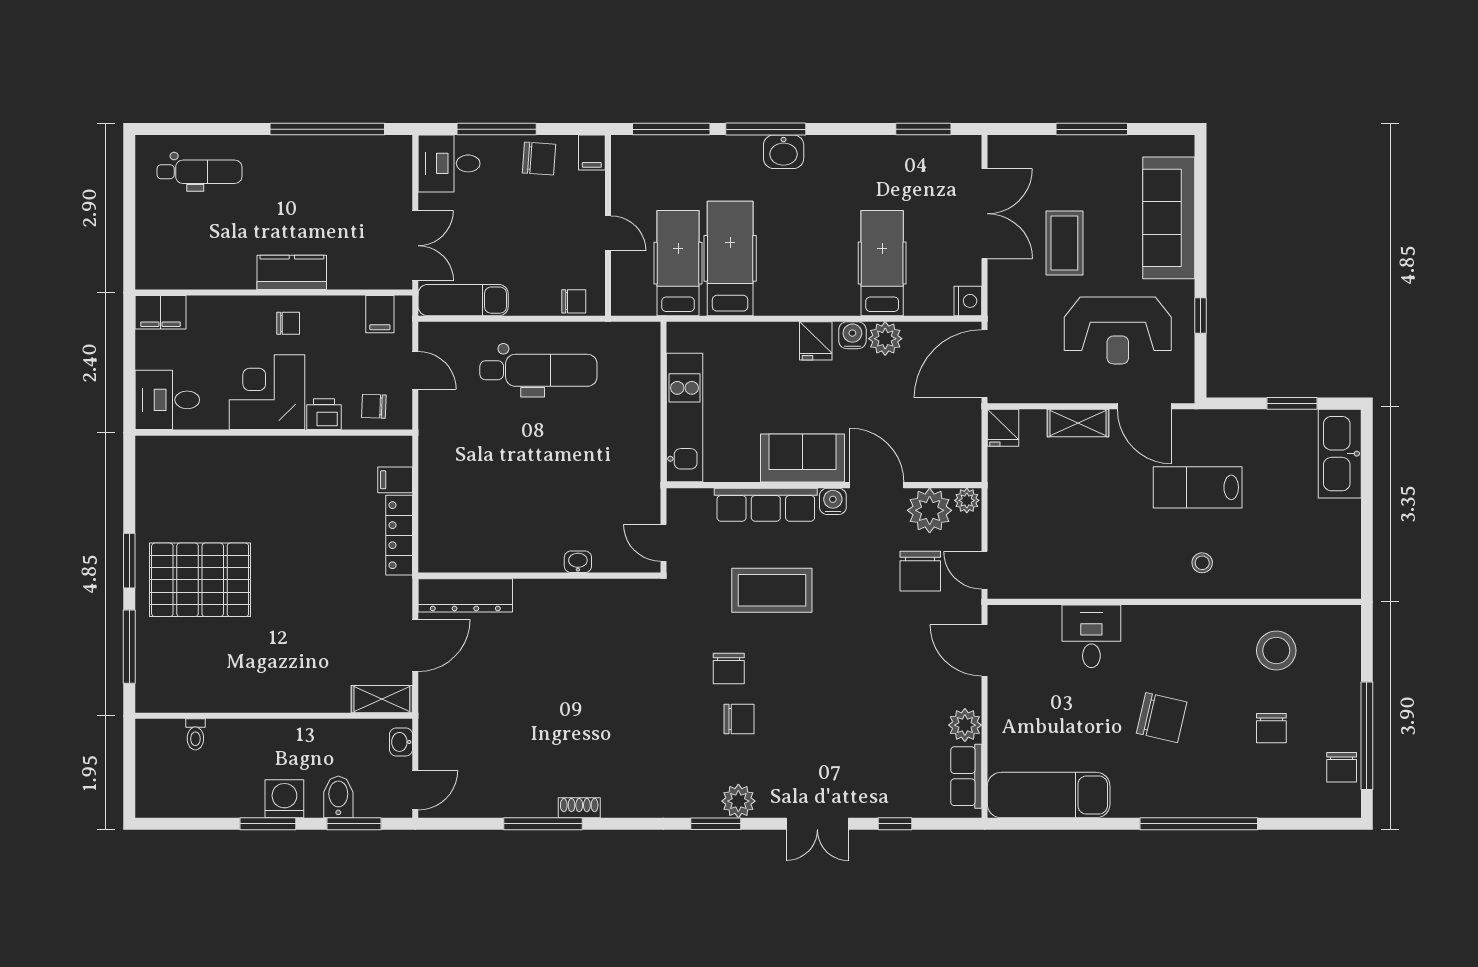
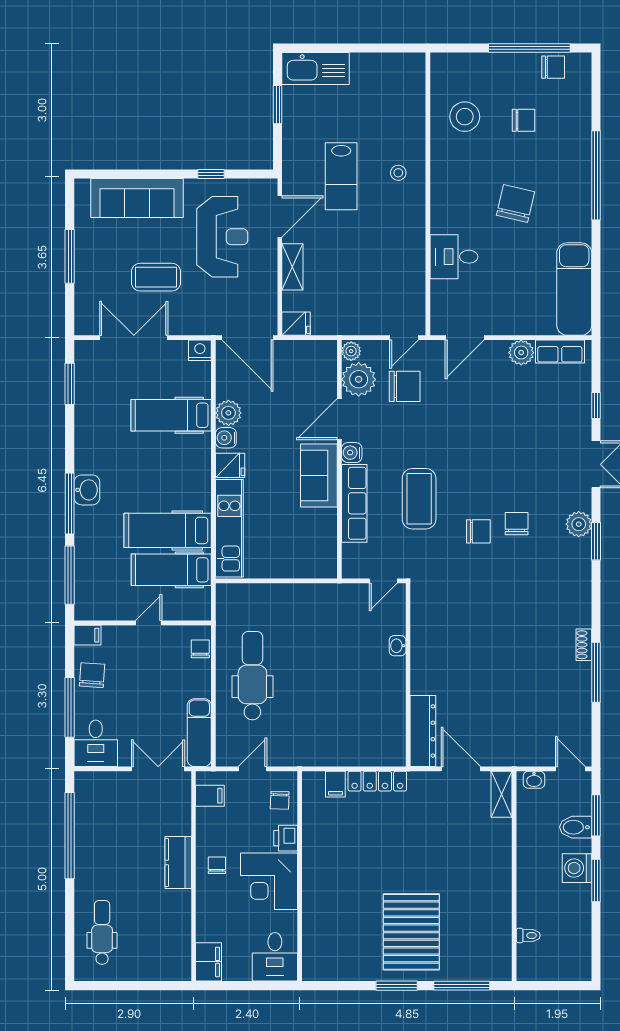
kitchen unit: (685, 418) -> (229, 528), moved, turned 90

